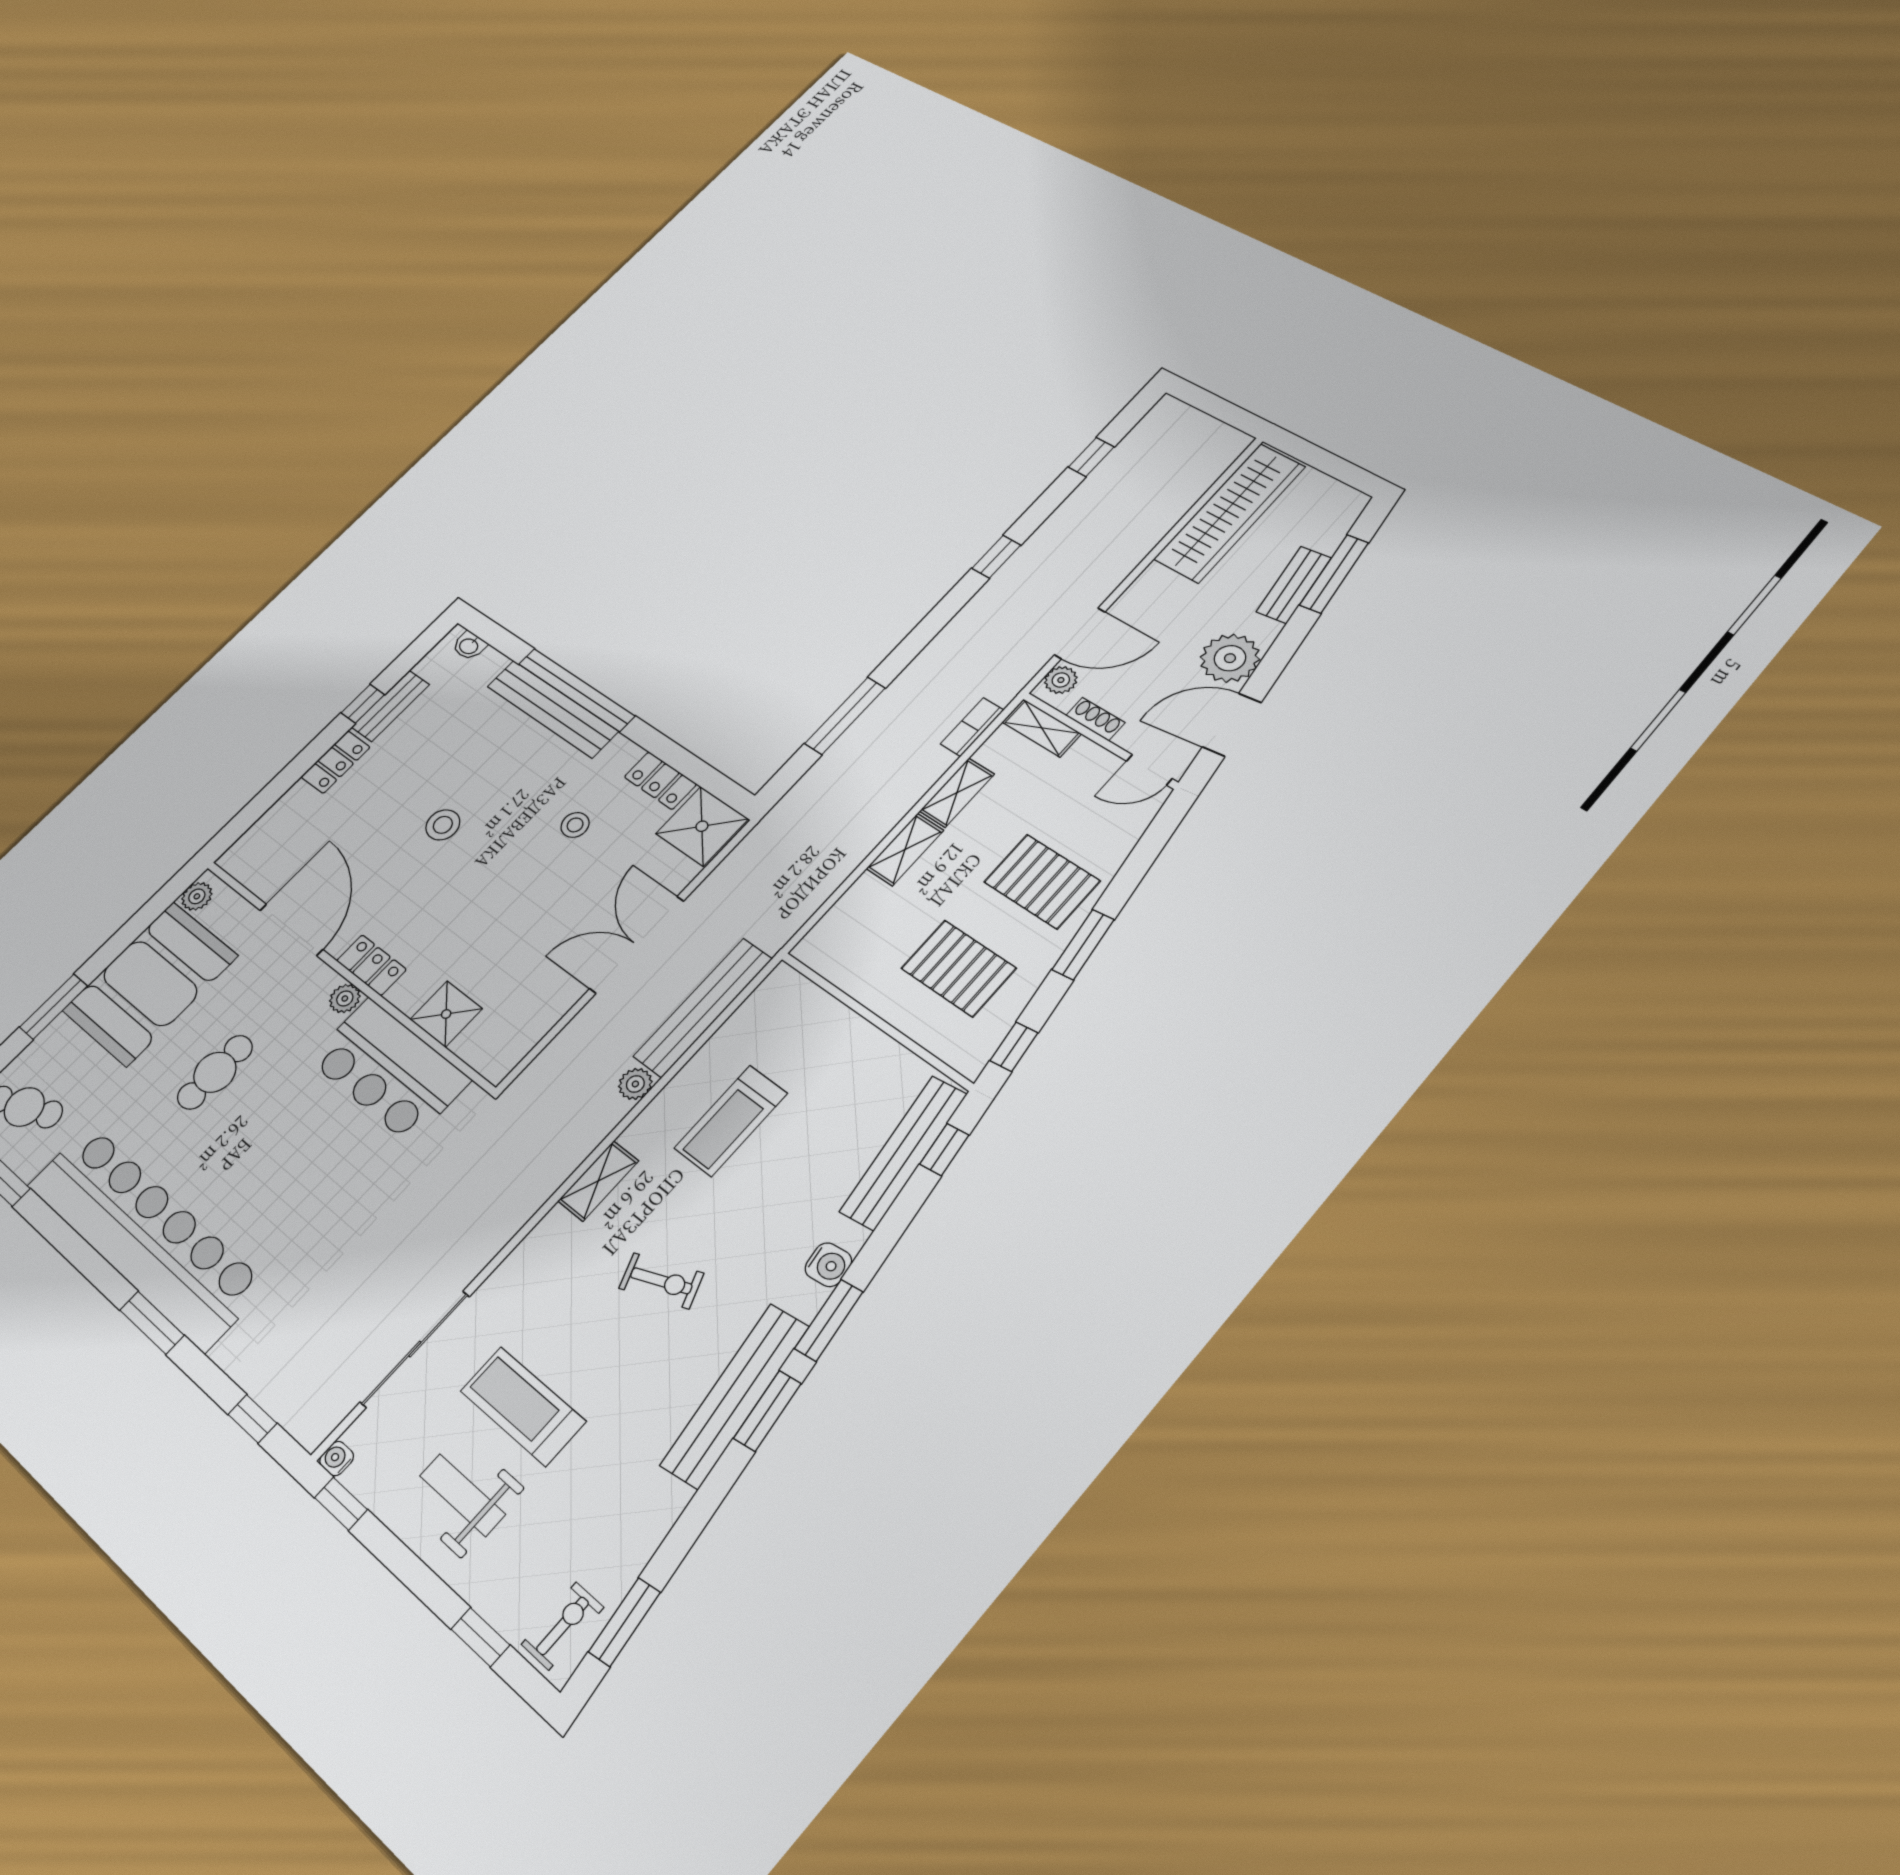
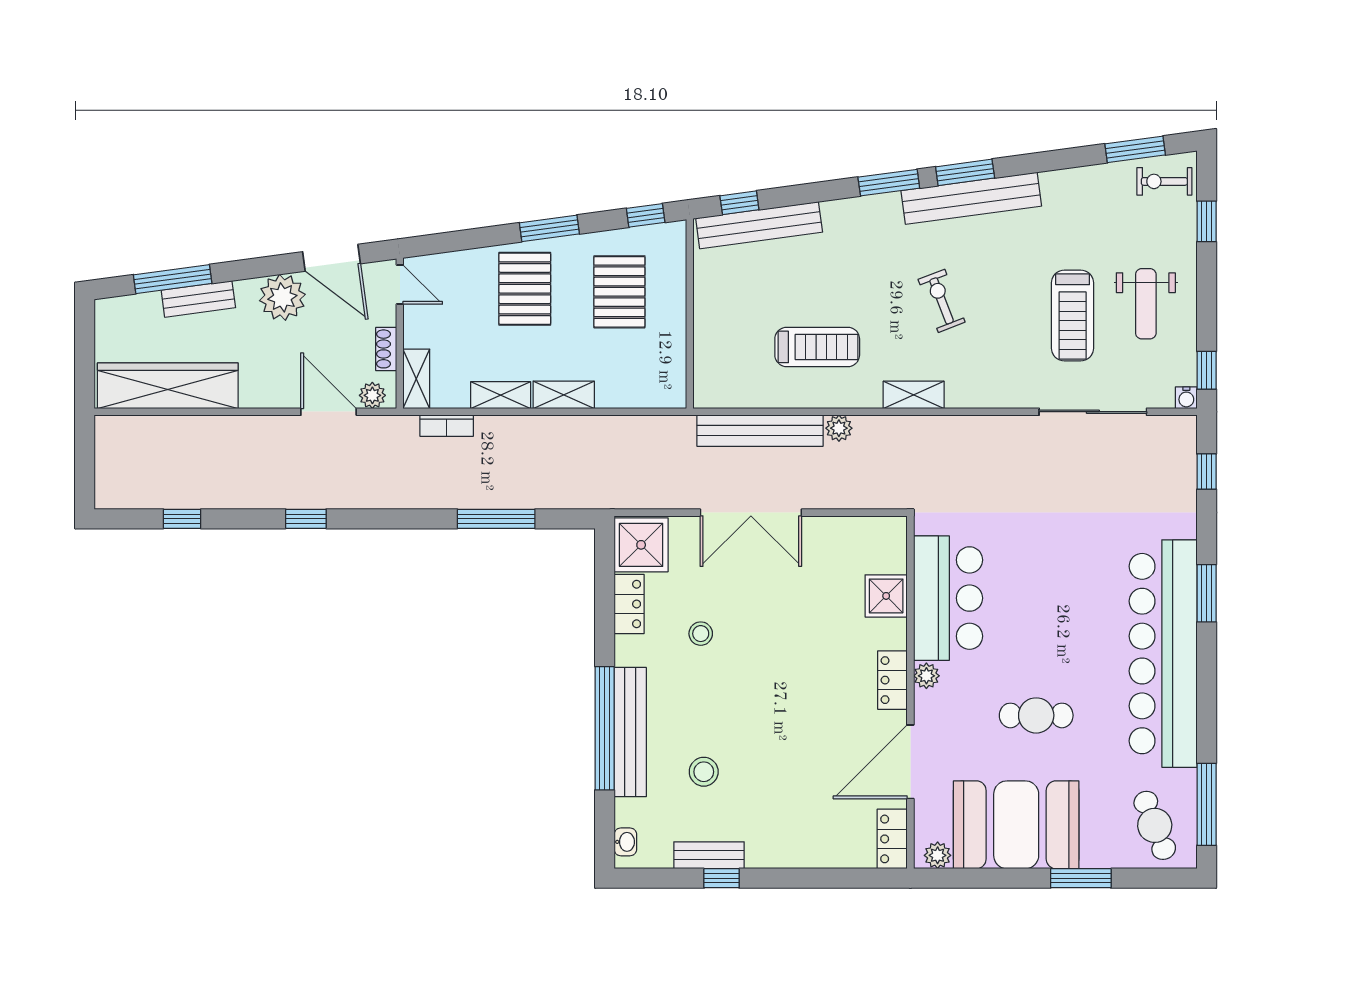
locker: (336, 762) -> (892, 839), moved, turned -90
stool: (443, 825) -> (704, 772), moved
water cooler: (828, 1265) -> (858, 211), removed

